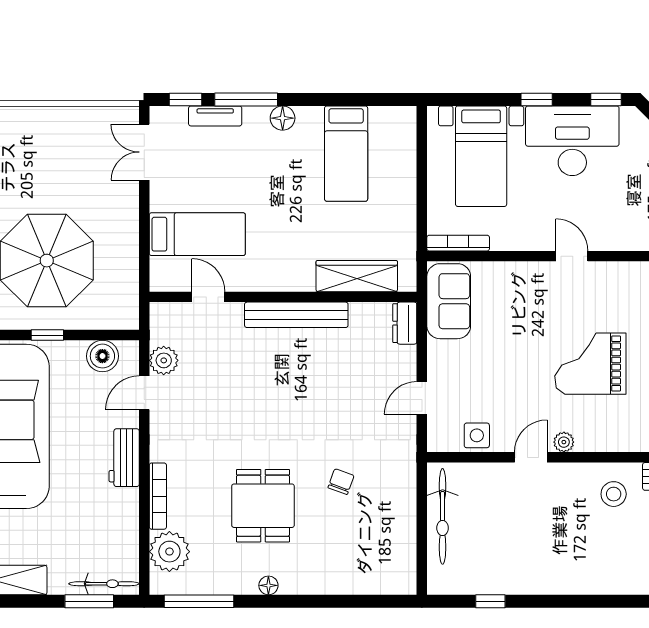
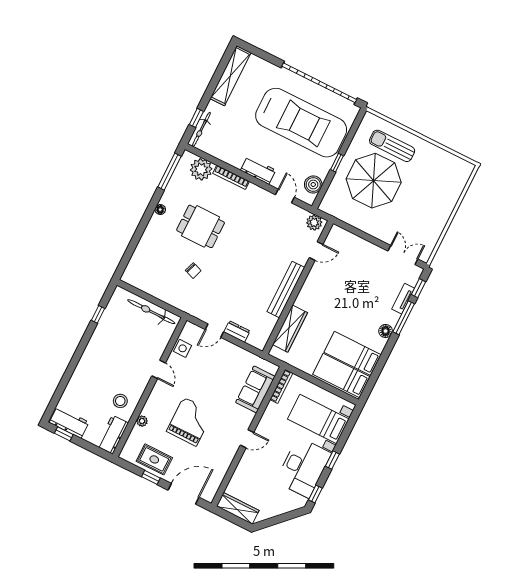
bed: (197, 234) -> (341, 375), moved, turned 90
sofa: (449, 301) -> (255, 389), moved, turned 90
dresser: (405, 323) -> (237, 332), moved
plant: (164, 360) -> (314, 223), moved
door: (422, 398) -> (214, 331), swing flipped
plant: (564, 442) -> (142, 421), moved
window: (89, 601) -> (196, 118), width x0.67

